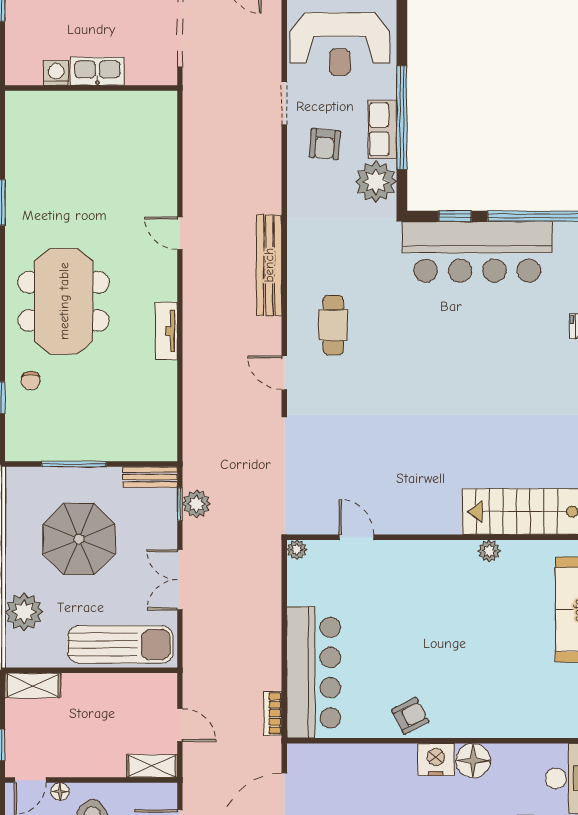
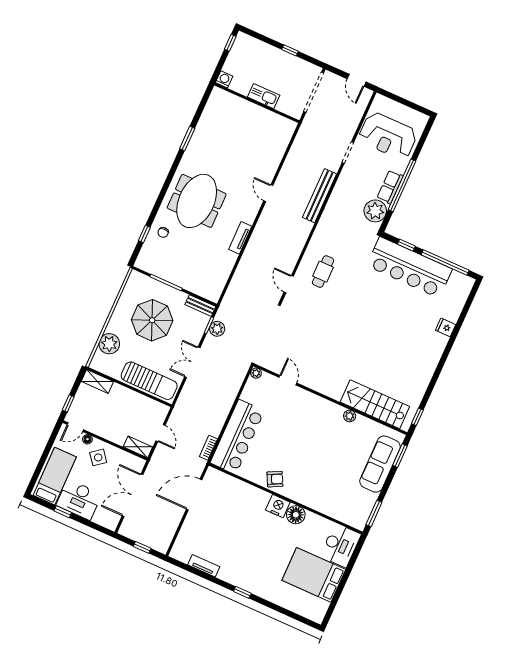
washing machine: (56, 73) -> (224, 79), moved
armchair: (325, 144) -> (359, 181), removed
bench: (269, 265) -> (320, 196), moved

